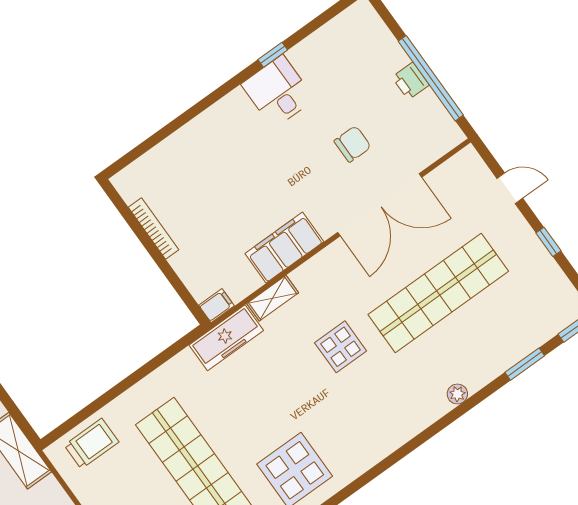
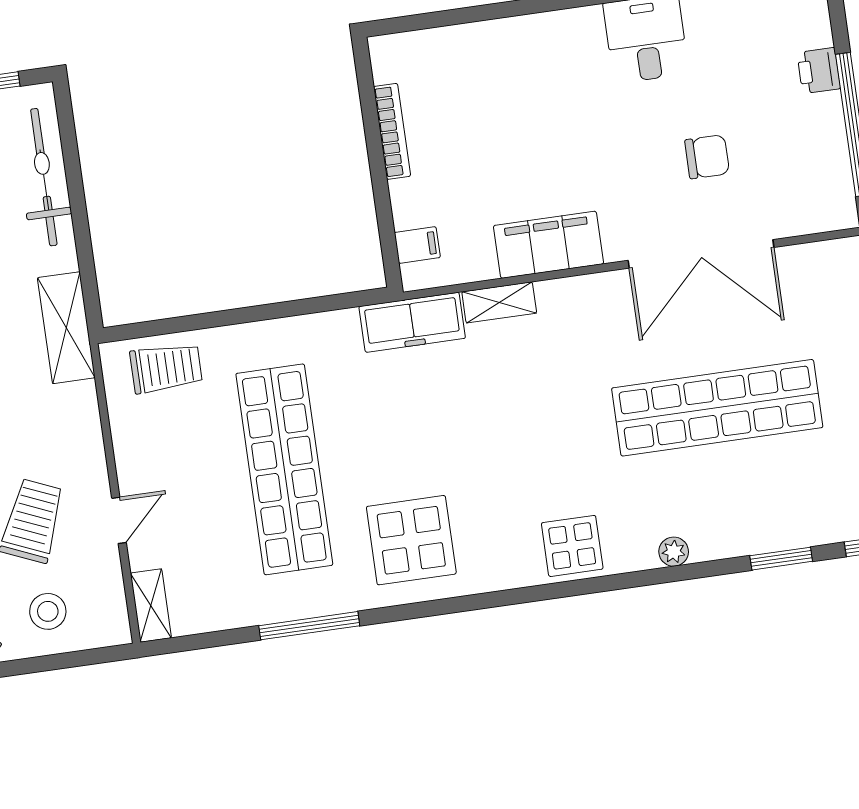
printer: (411, 81) -> (819, 71), moved
filing cabinet: (217, 306) -> (417, 245), moved
display table: (341, 347) -> (572, 546), moved

